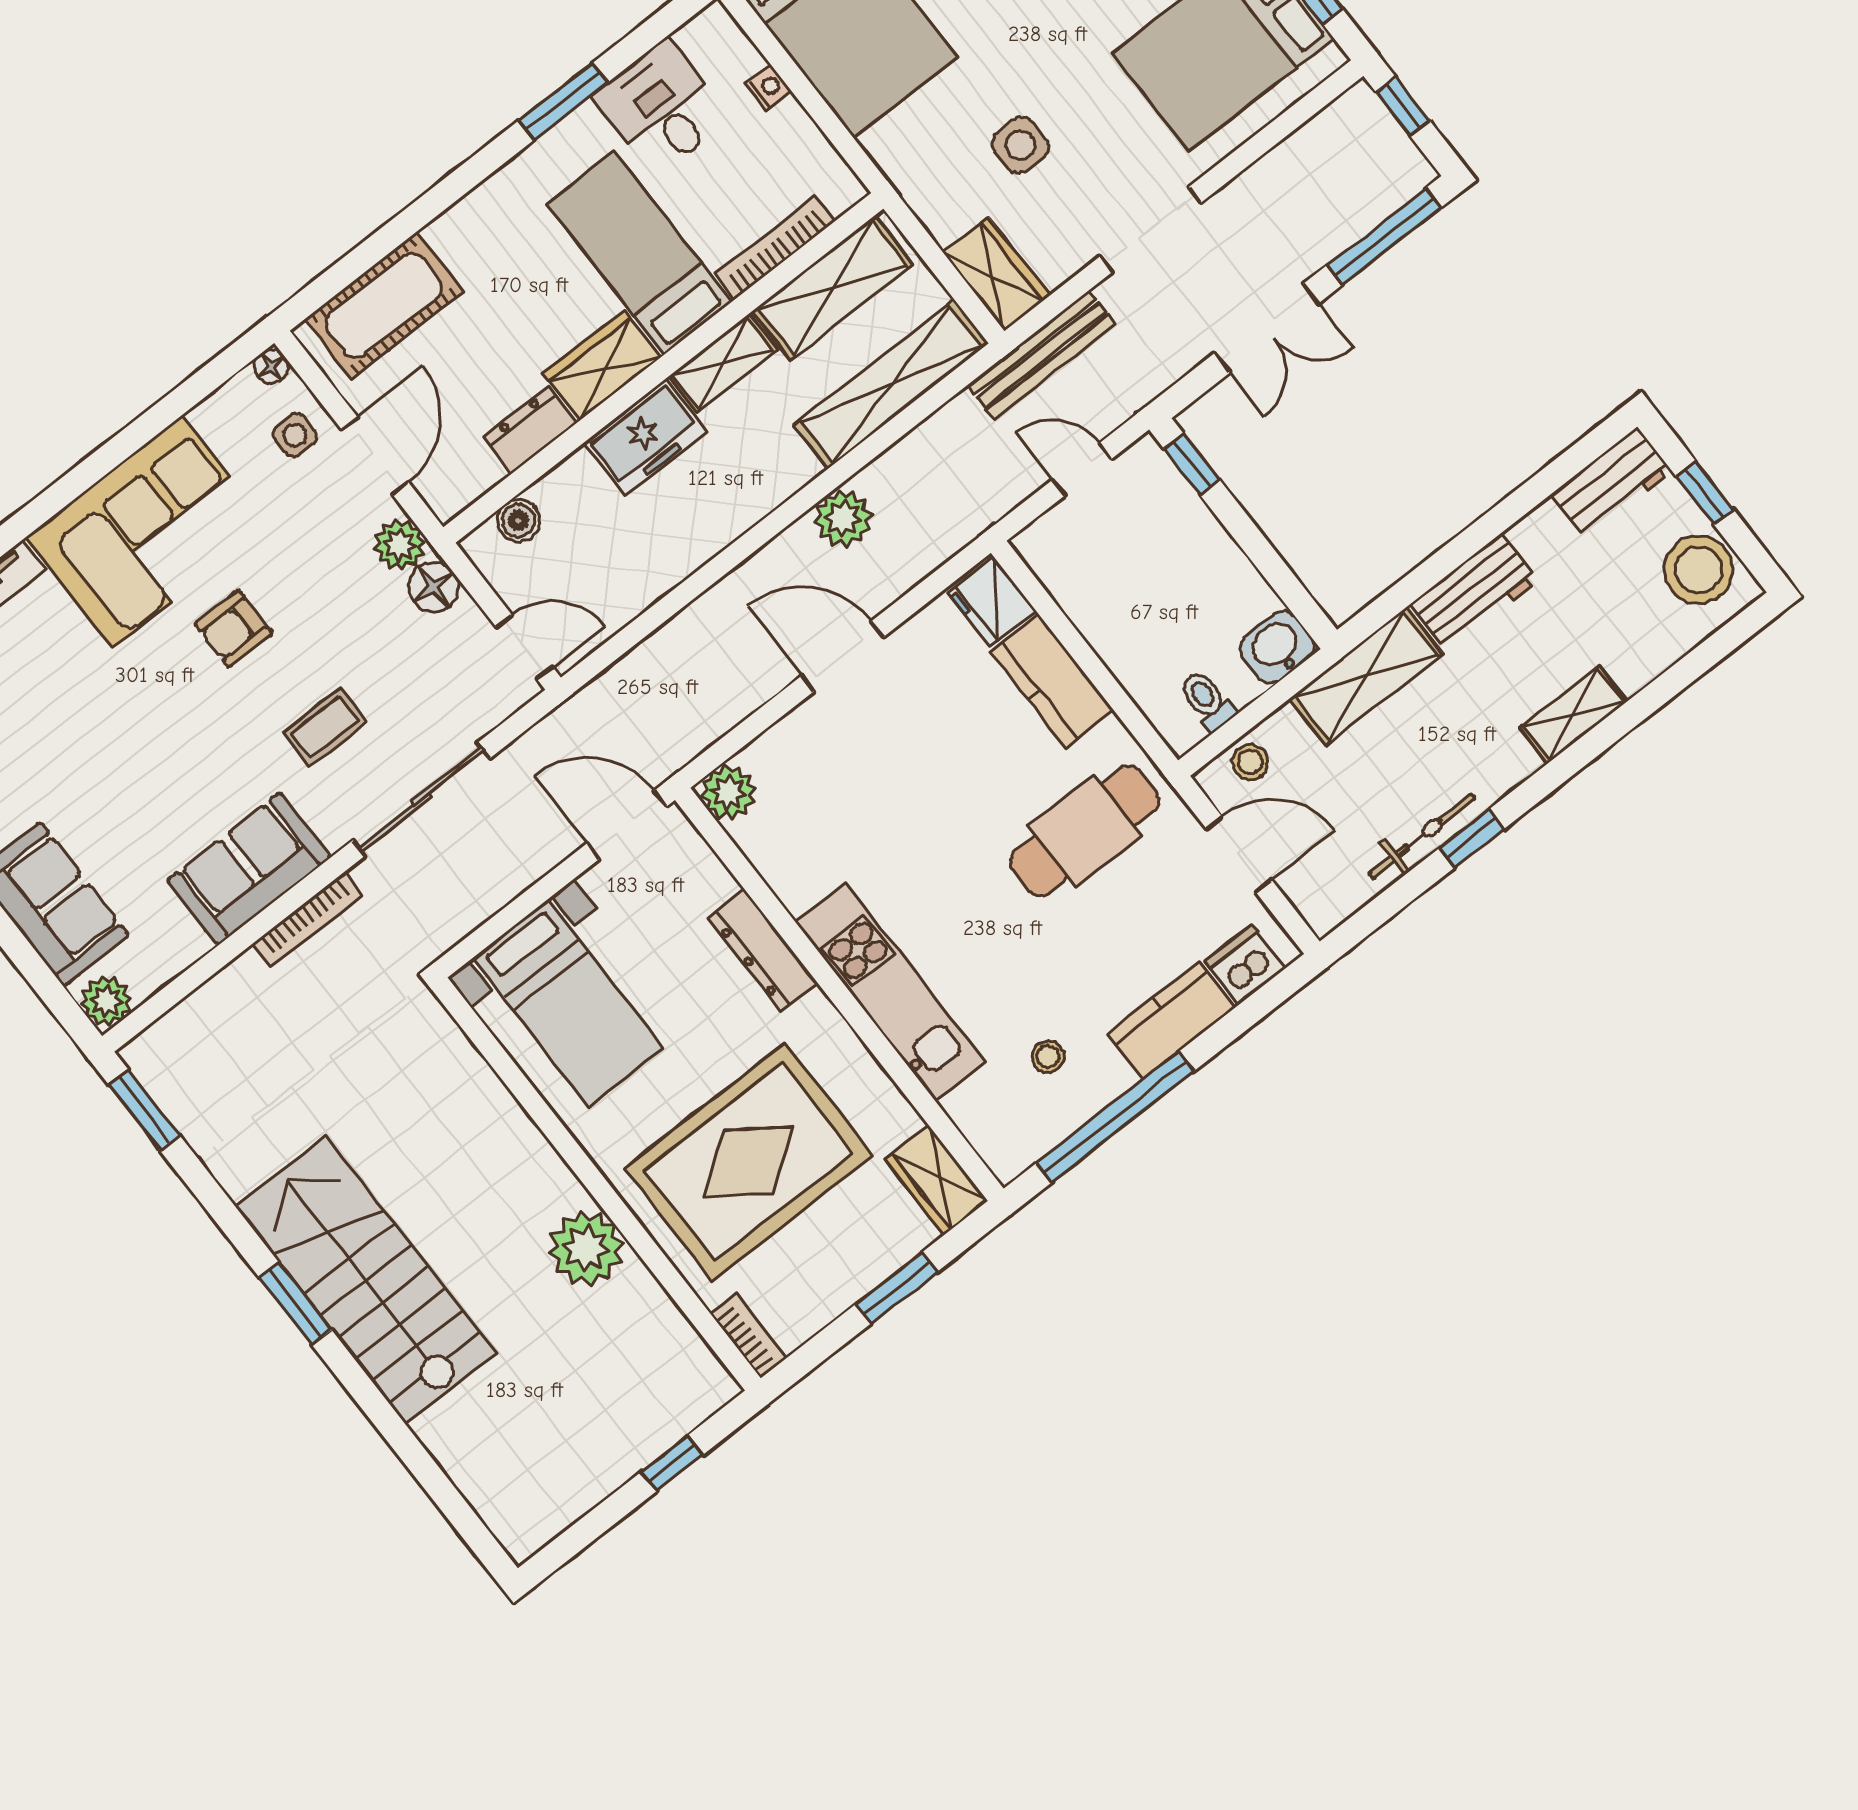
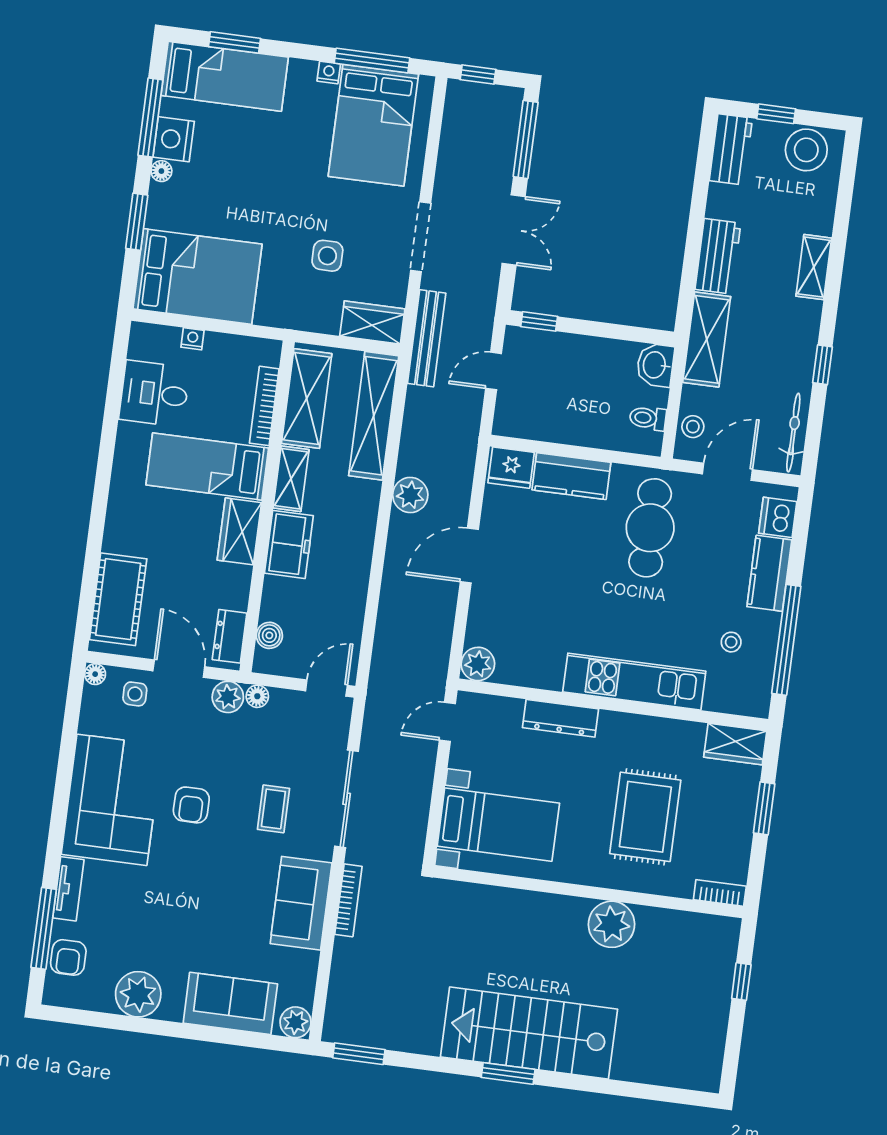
window: (563, 101) -> (109, 433), removed
dresser: (530, 430) -> (230, 636), moved
floor lamp: (434, 587) -> (257, 696), width x0.73, depth x0.73
door: (627, 825) -> (447, 722), width x0.73
bicycle: (1422, 836) -> (793, 433), moved
rug: (749, 1162) -> (645, 817), width x0.73, depth x0.69

